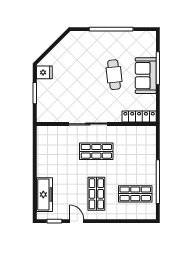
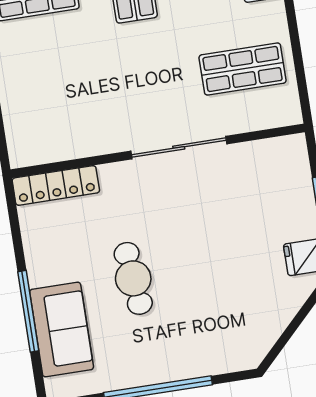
sofa: (146, 76) -> (62, 329), moved
shop shelf: (96, 151) -> (243, 69), moved

